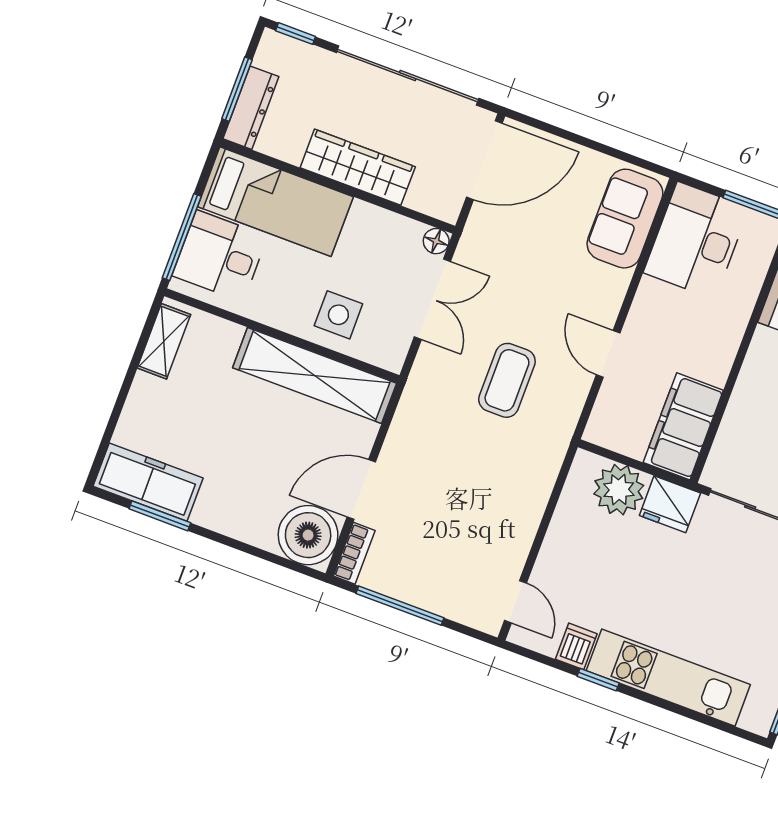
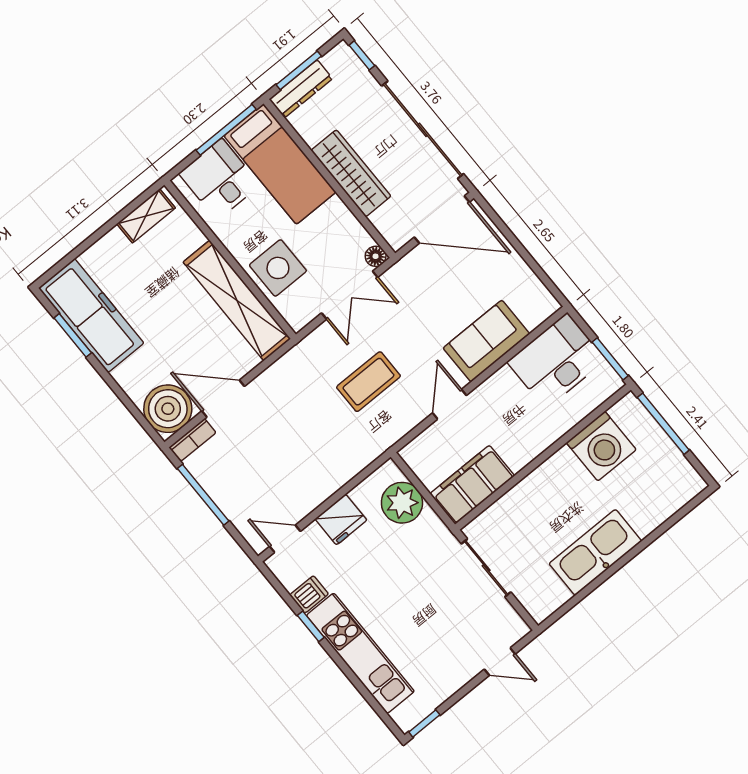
sofa: (625, 219) -> (486, 341), moved
window: (182, 237) -> (226, 130), moved
side table: (338, 315) -> (278, 268), width x1.37, depth x1.37
freezer: (148, 482) -> (91, 316), width x1.36, depth x1.26
fridge: (670, 504) -> (341, 519), moved, turned -90
door: (515, 602) -> (285, 539), swing flipped

